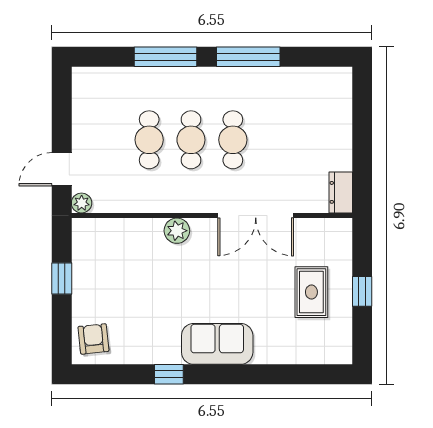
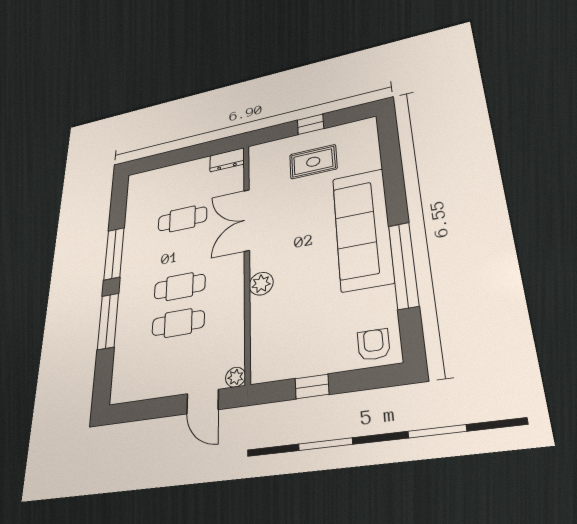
cafe table: (233, 140) -> (182, 219), moved
double door: (256, 216) -> (247, 220), swing flipped
armchair: (93, 339) -> (374, 345), turned 96
sofa: (217, 344) -> (362, 229), width x1.85, depth x1.27
window: (169, 374) -> (403, 265), width x3.17

